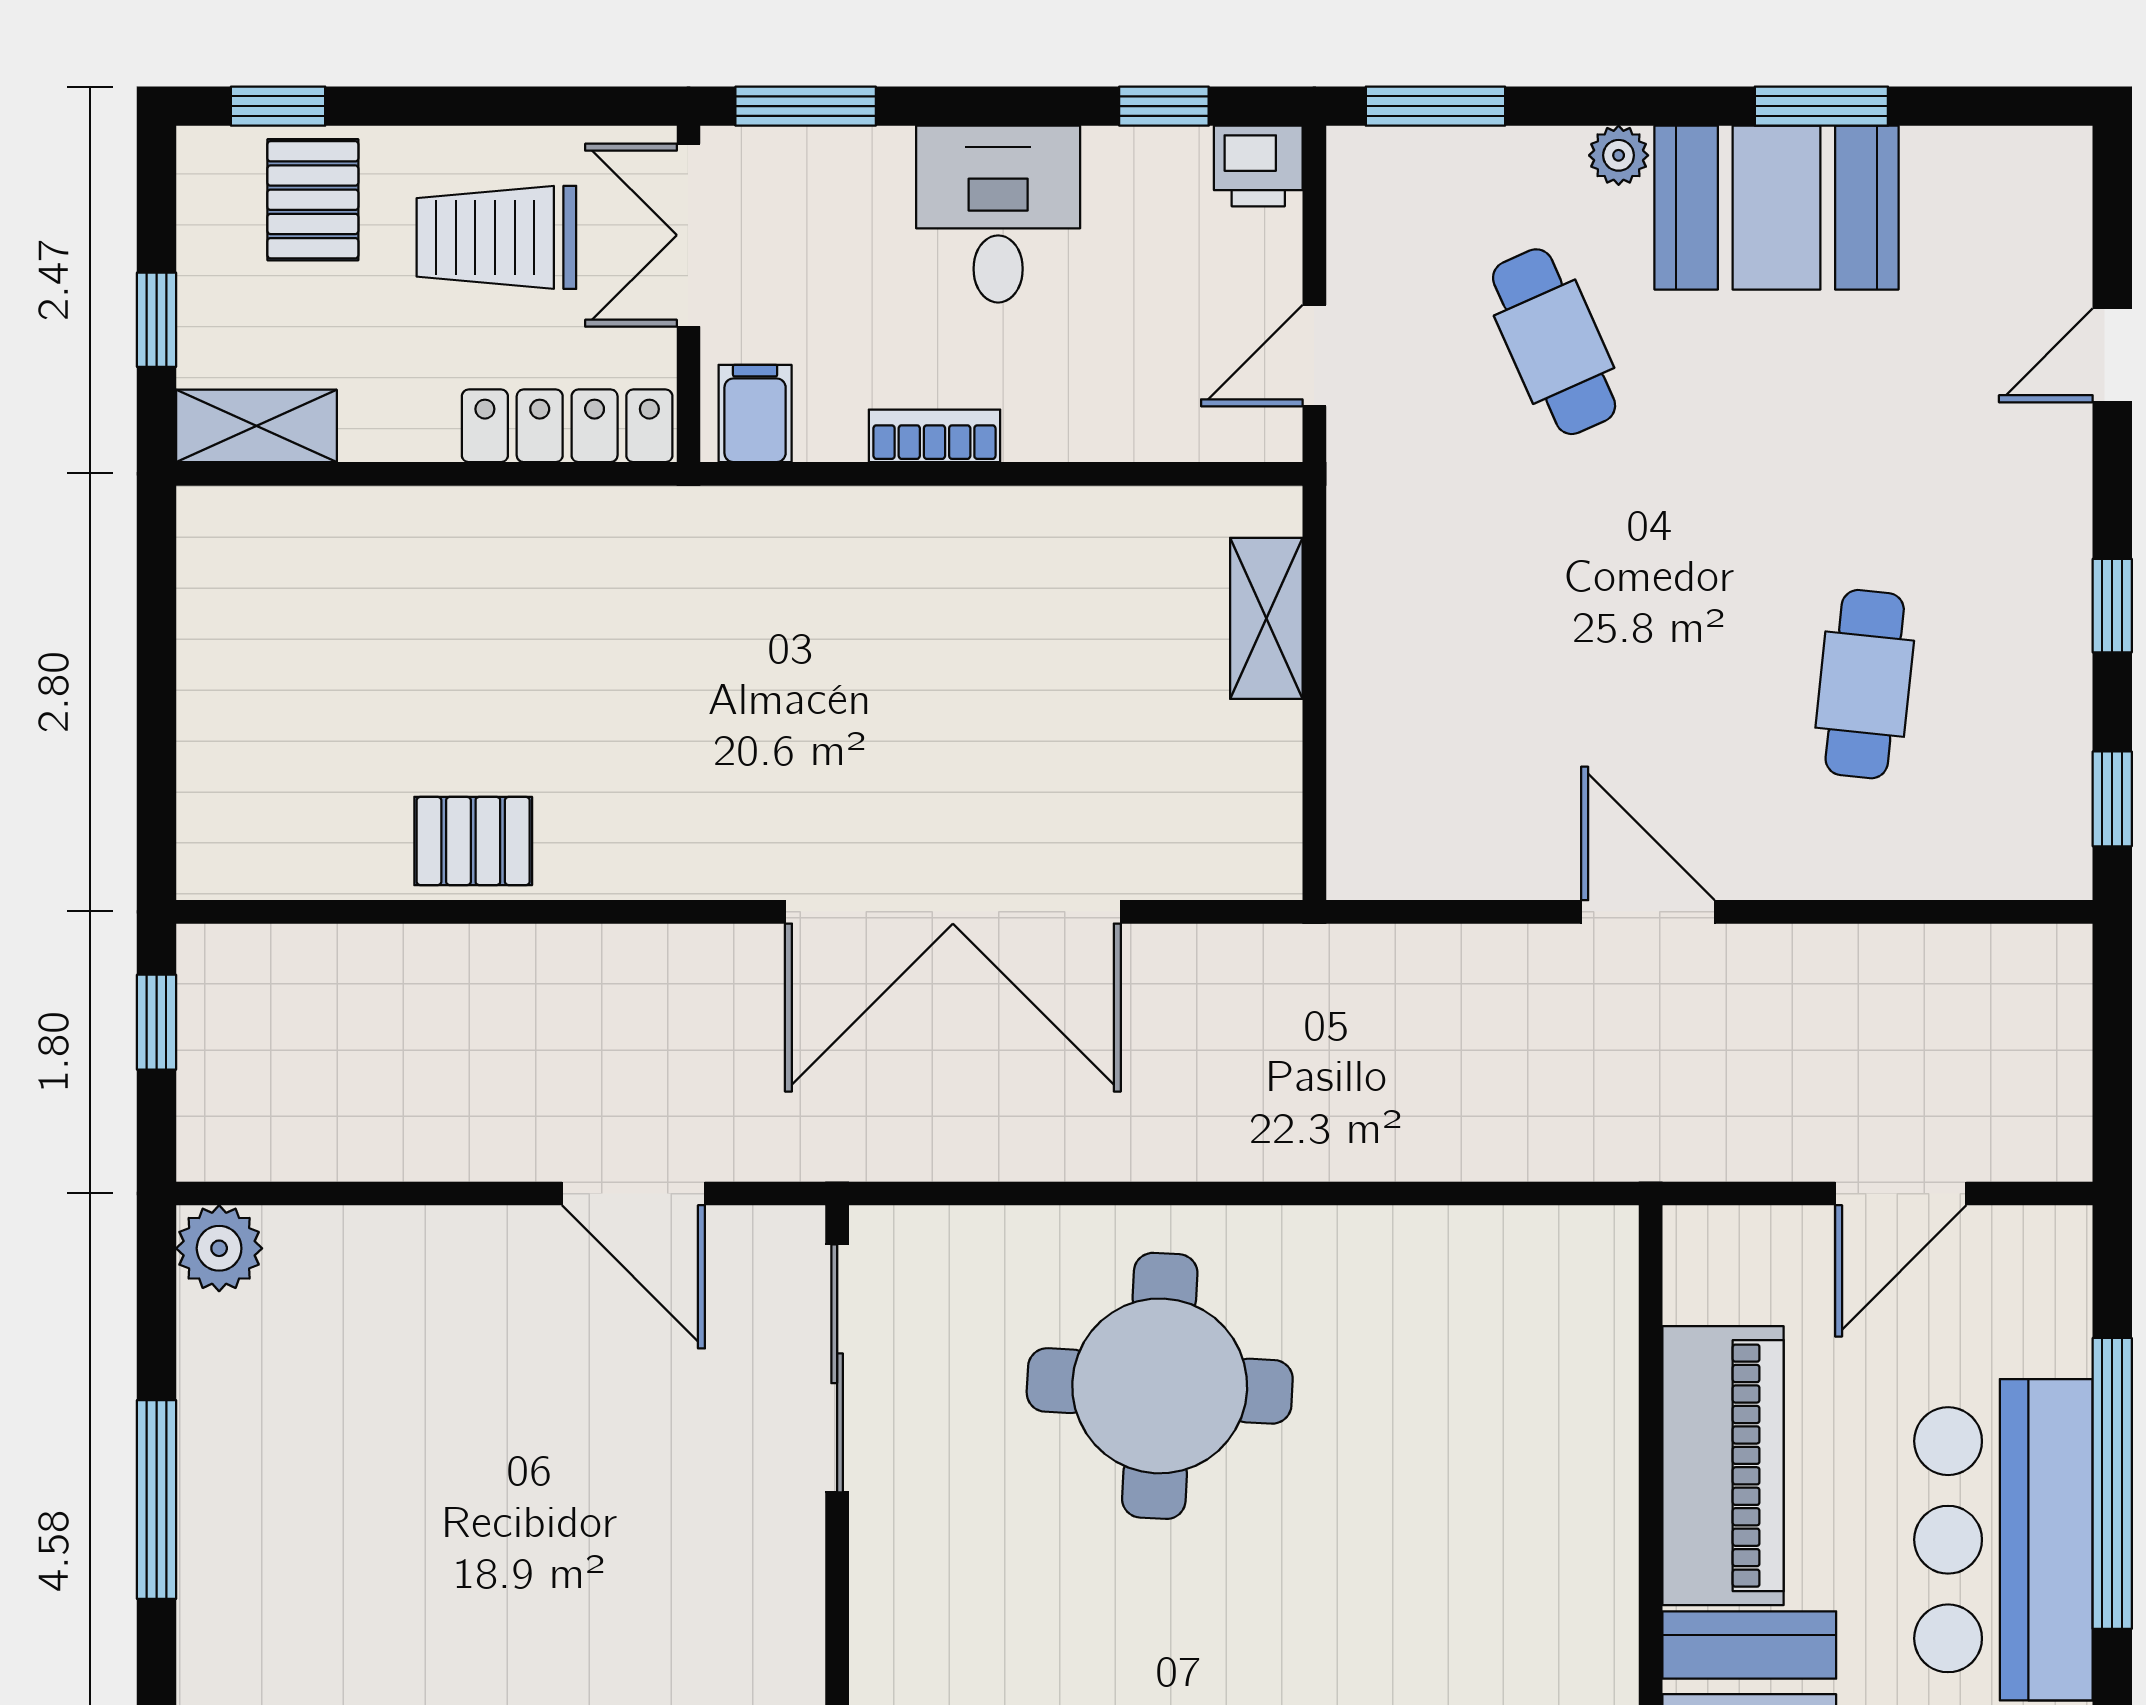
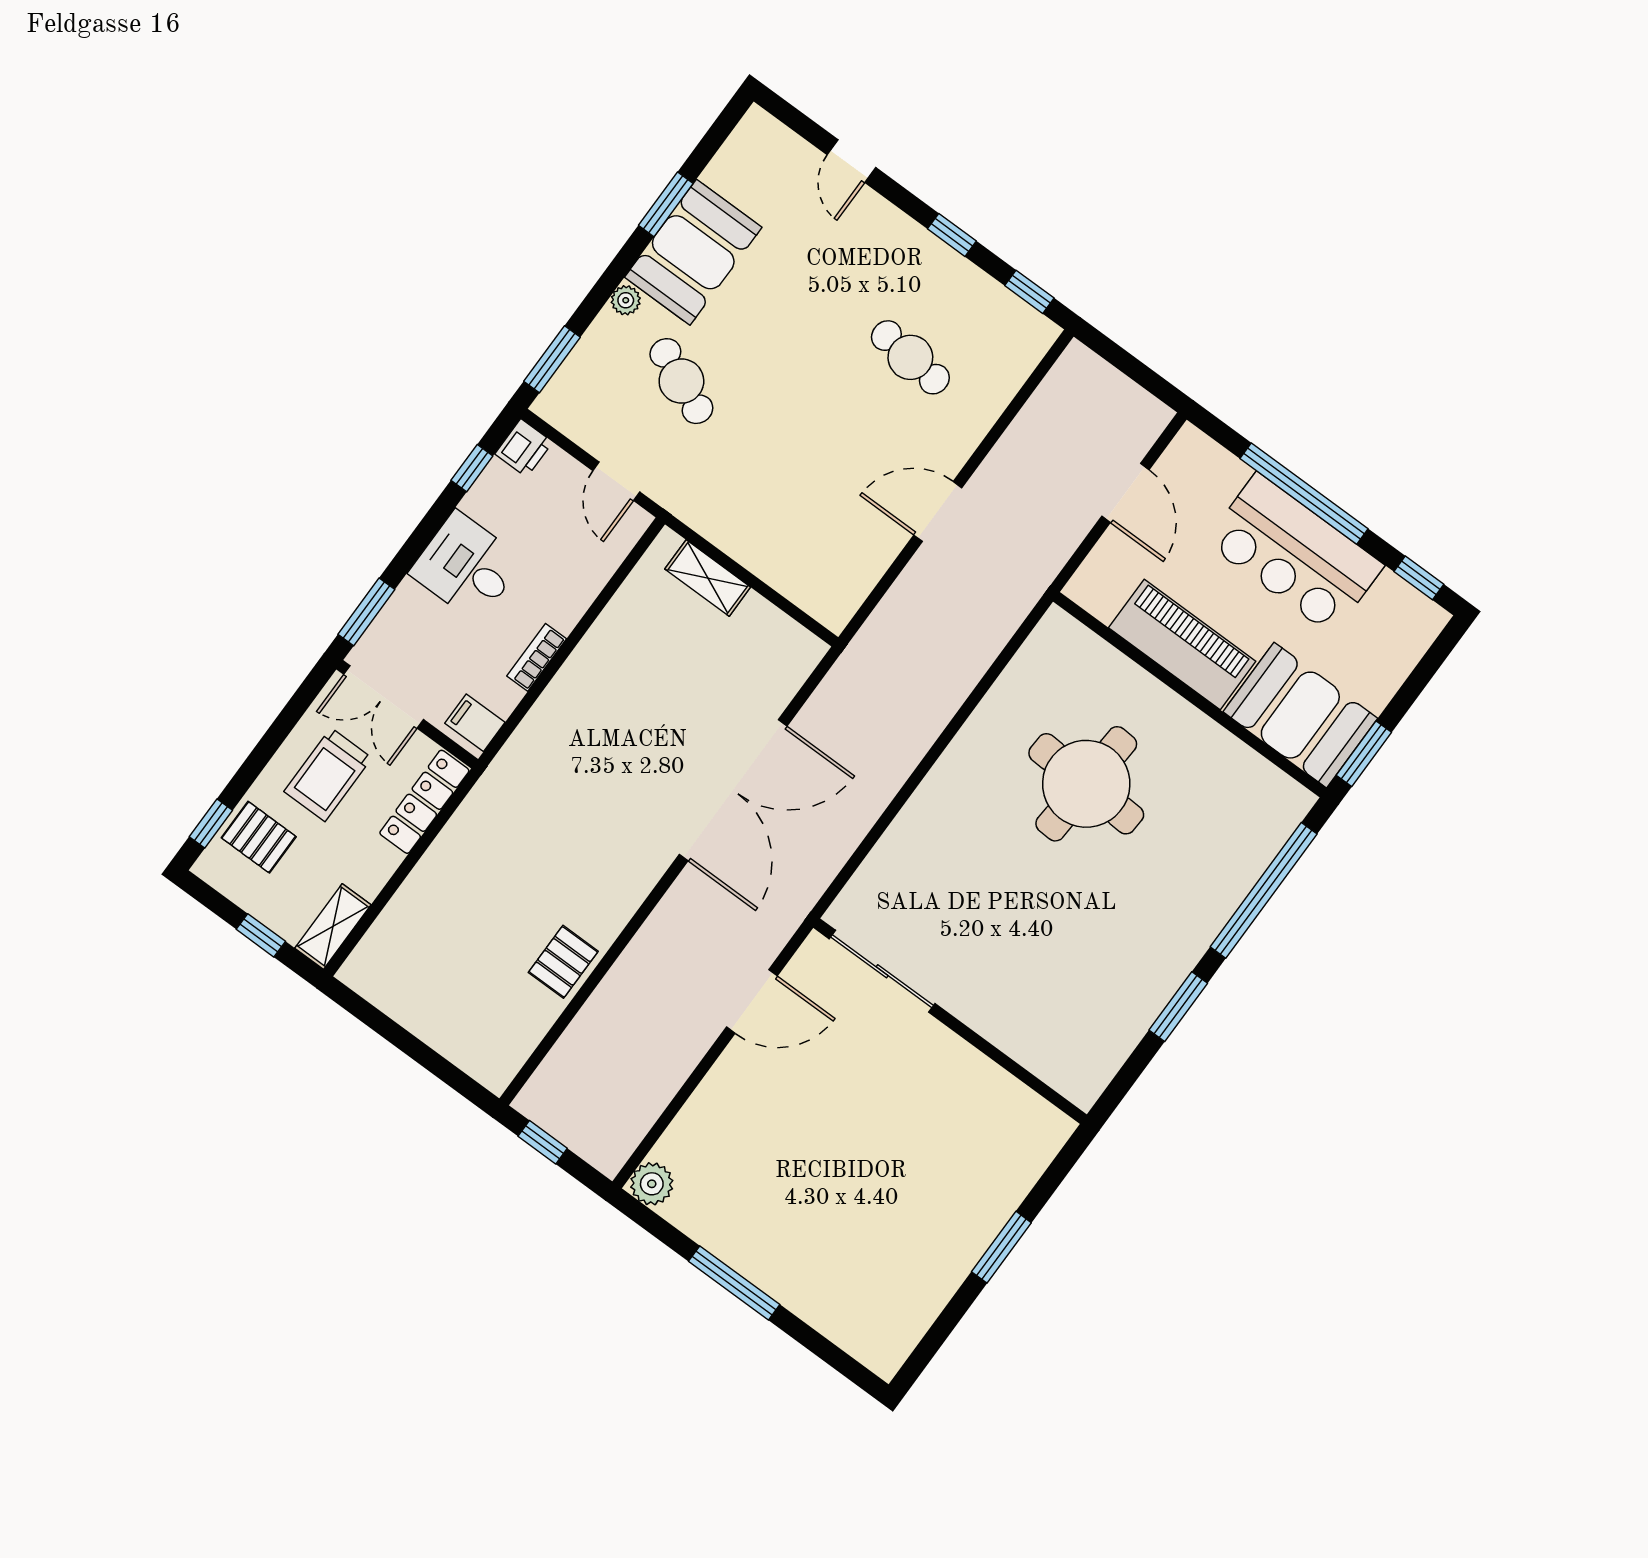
cafe table: (1554, 342) -> (681, 381), turned 48
round table: (1160, 1386) -> (1086, 784), moved

